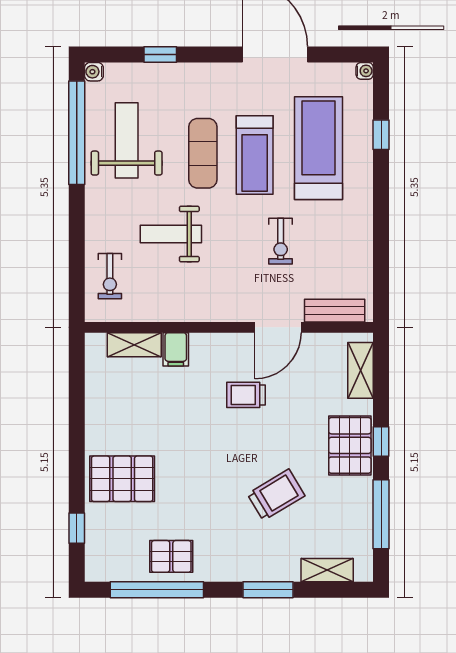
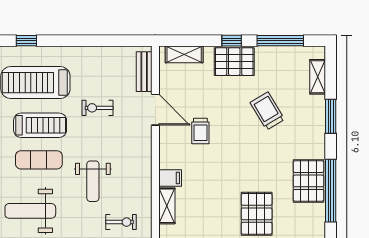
exercise bike: (281, 241) -> (98, 108), turned 180
pallet: (171, 556) -> (309, 181), width x1.50, depth x1.42

